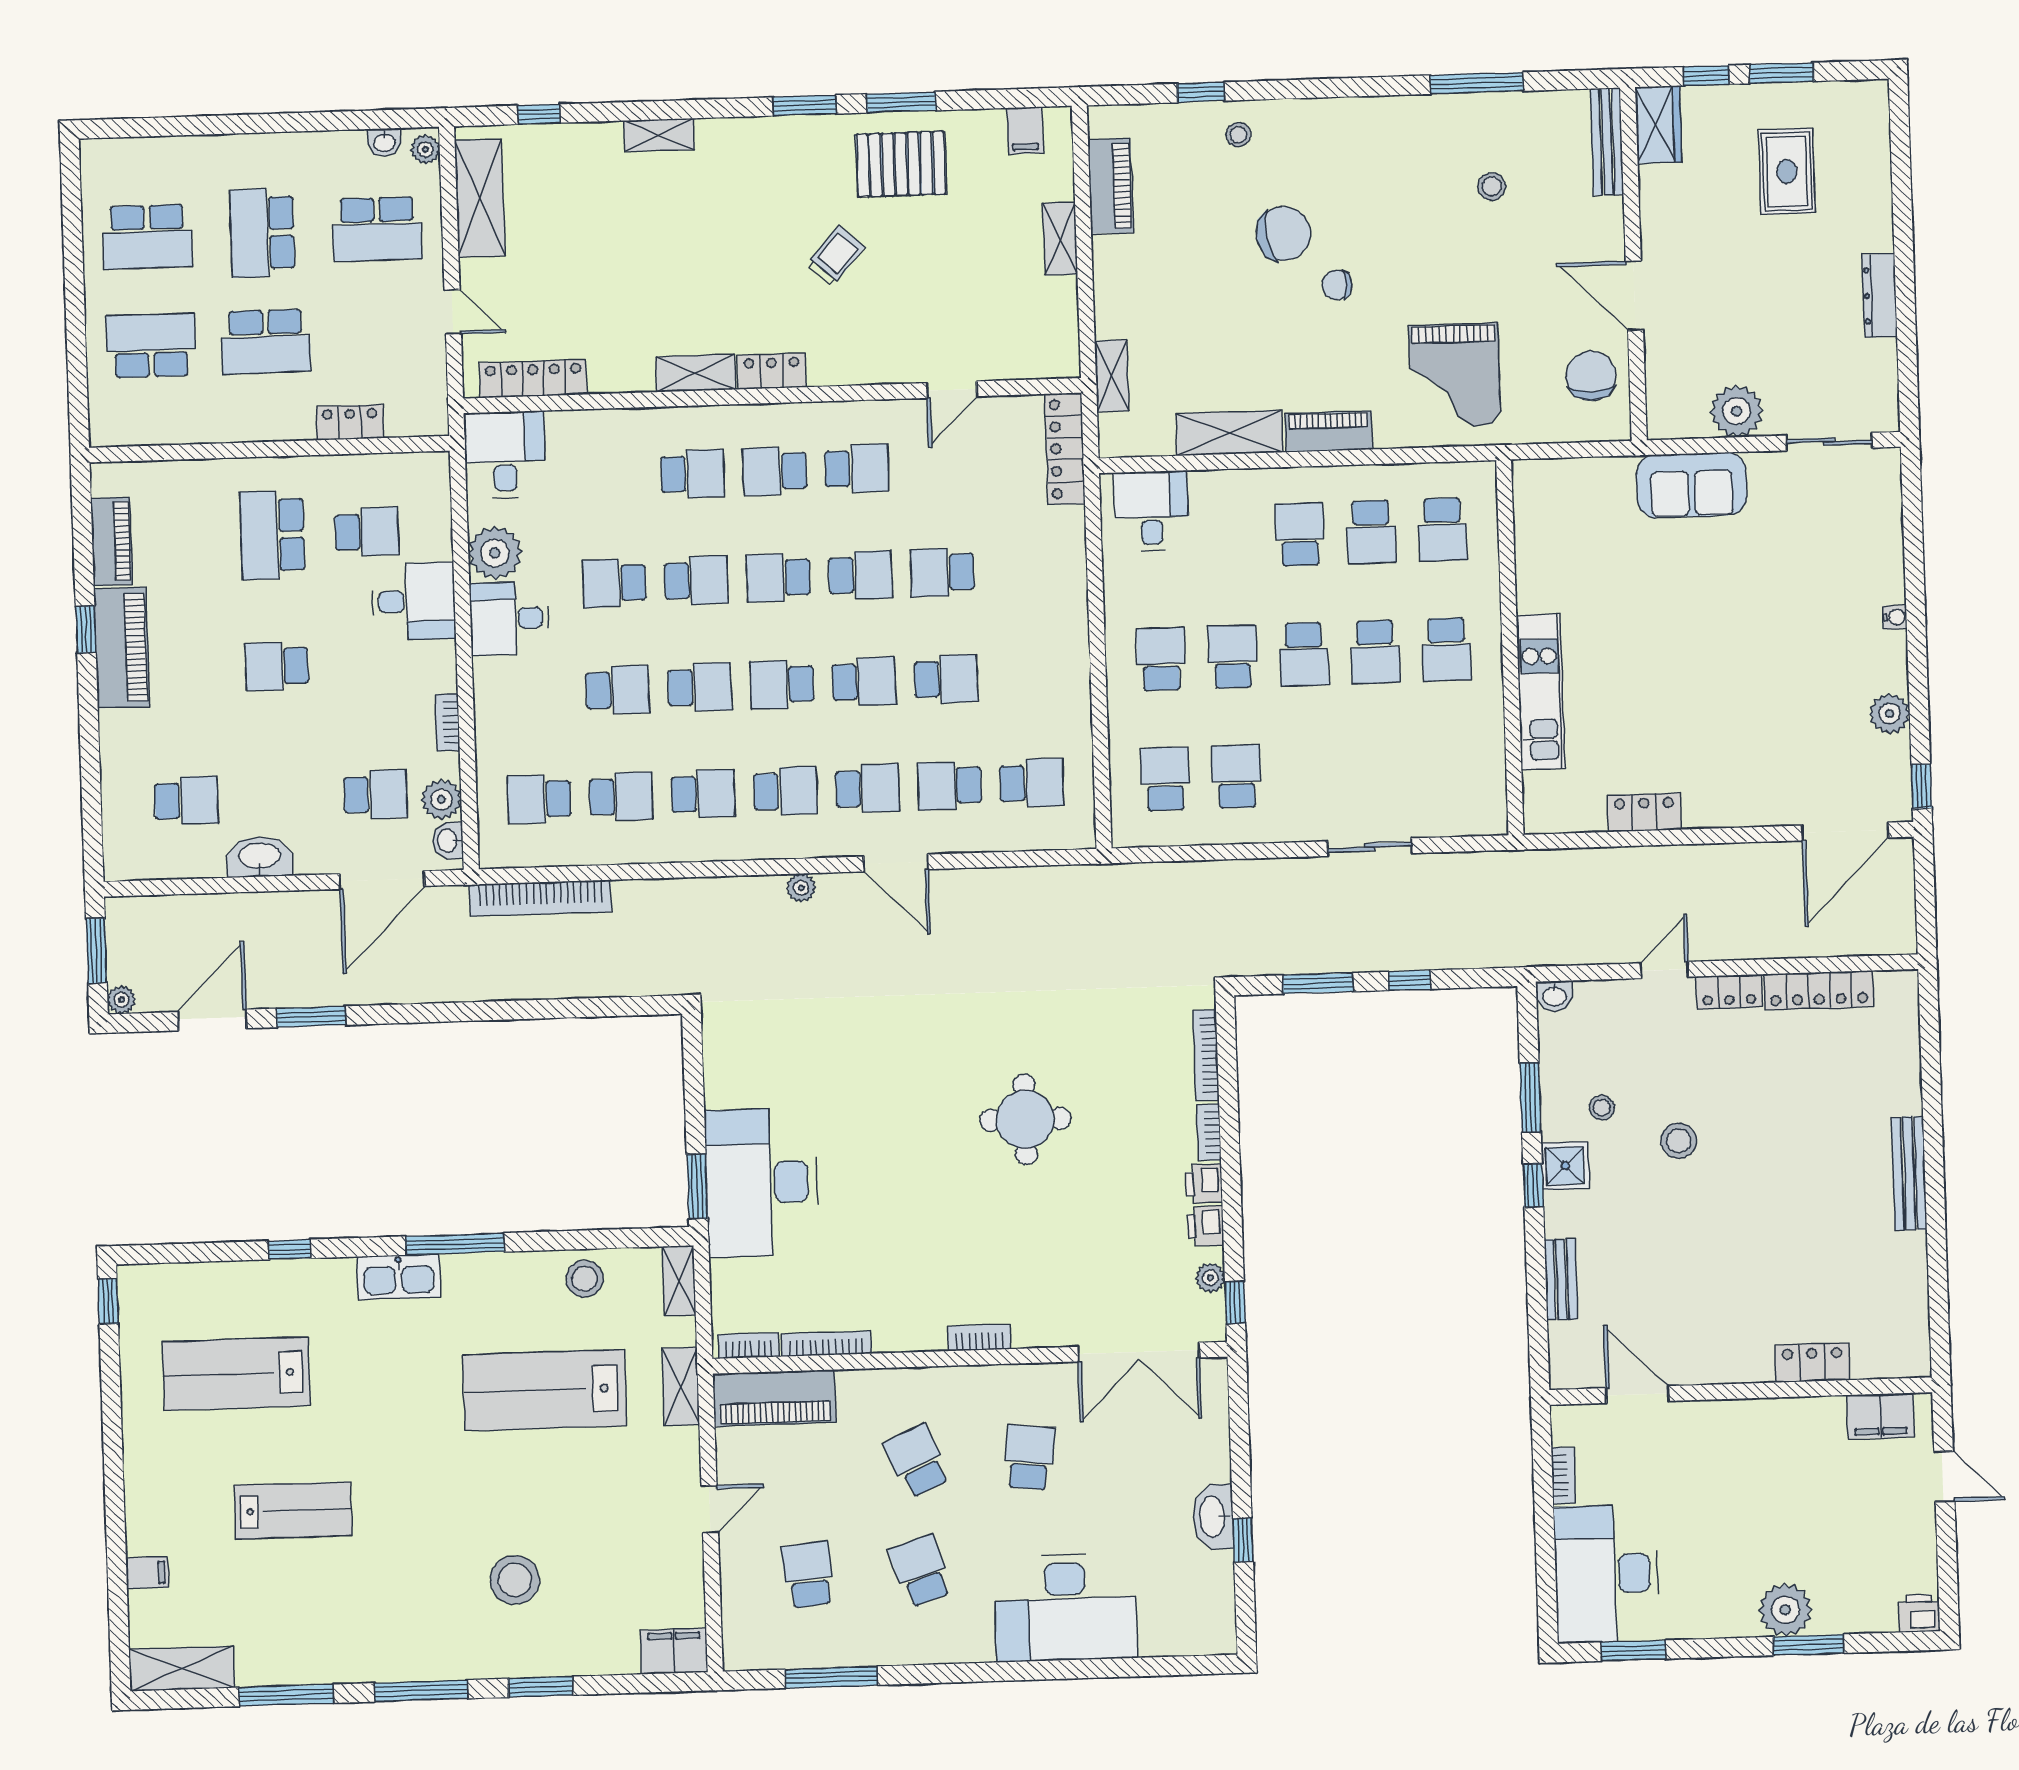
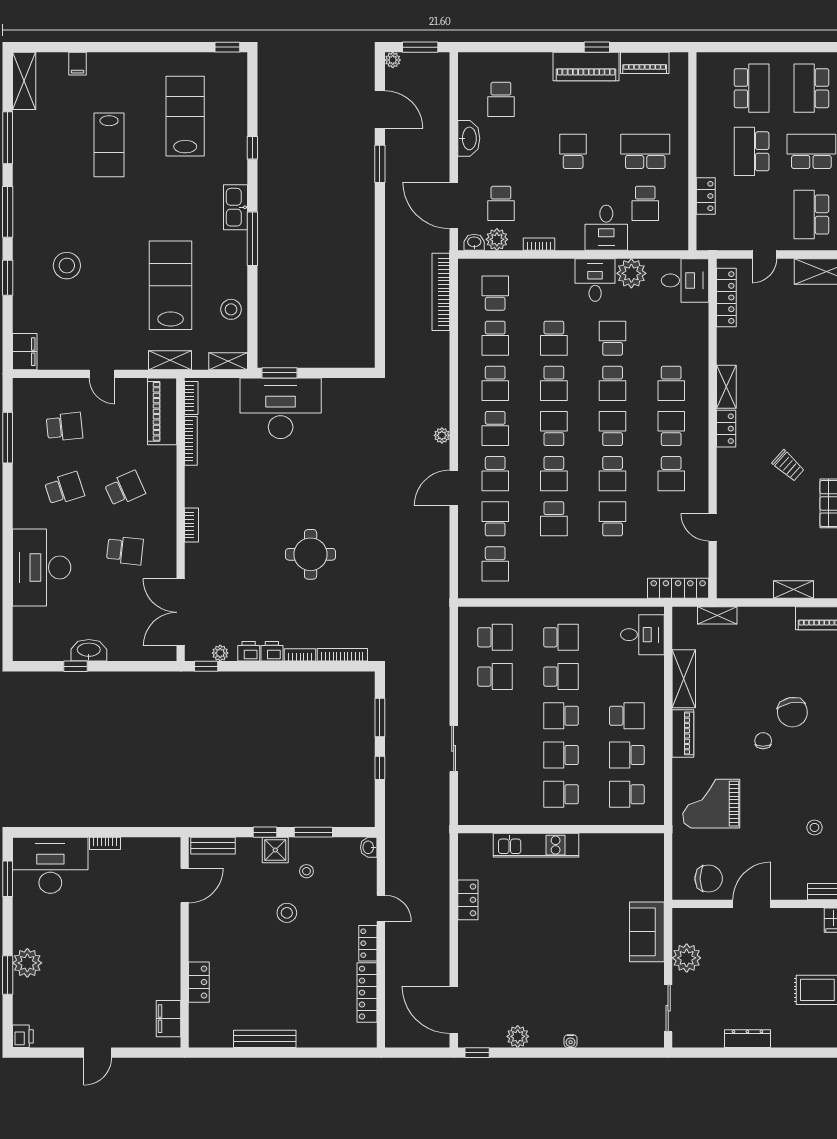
locker: (1812, 1363) -> (199, 982), moved
wall: (1741, 1391) -> (185, 942), moved
door: (1637, 1394) -> (185, 886), moved
filing cabinet: (1880, 1416) -> (168, 1019), moved

